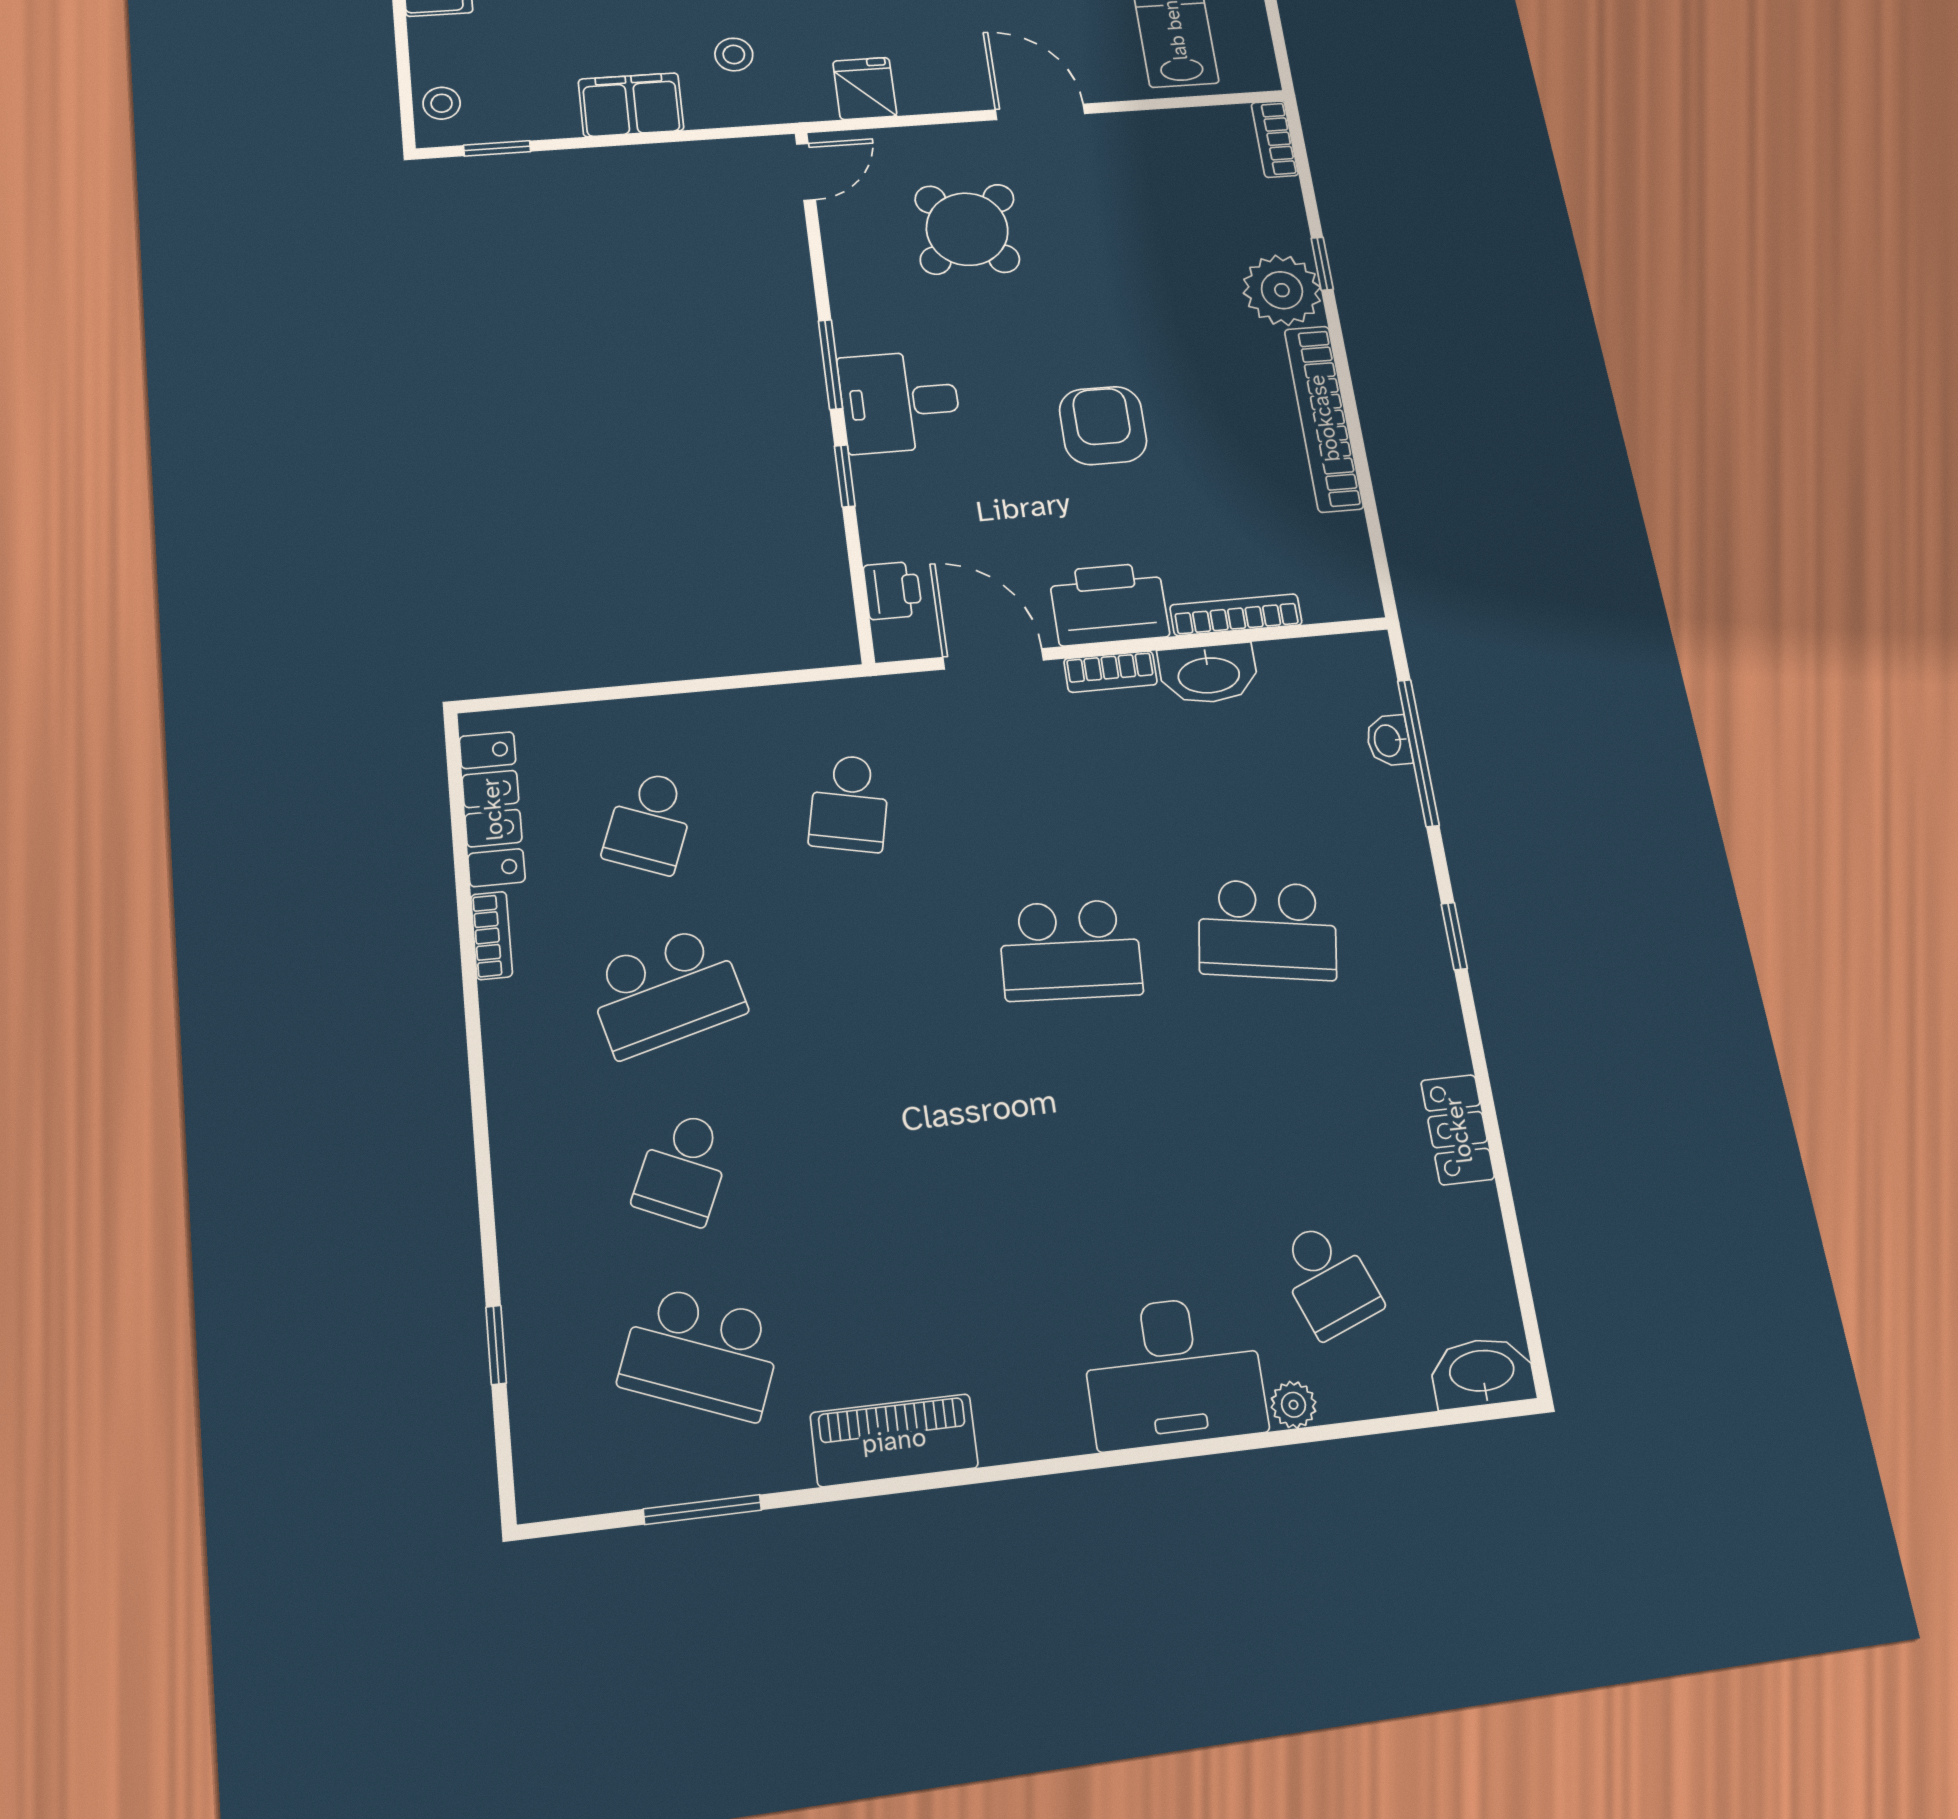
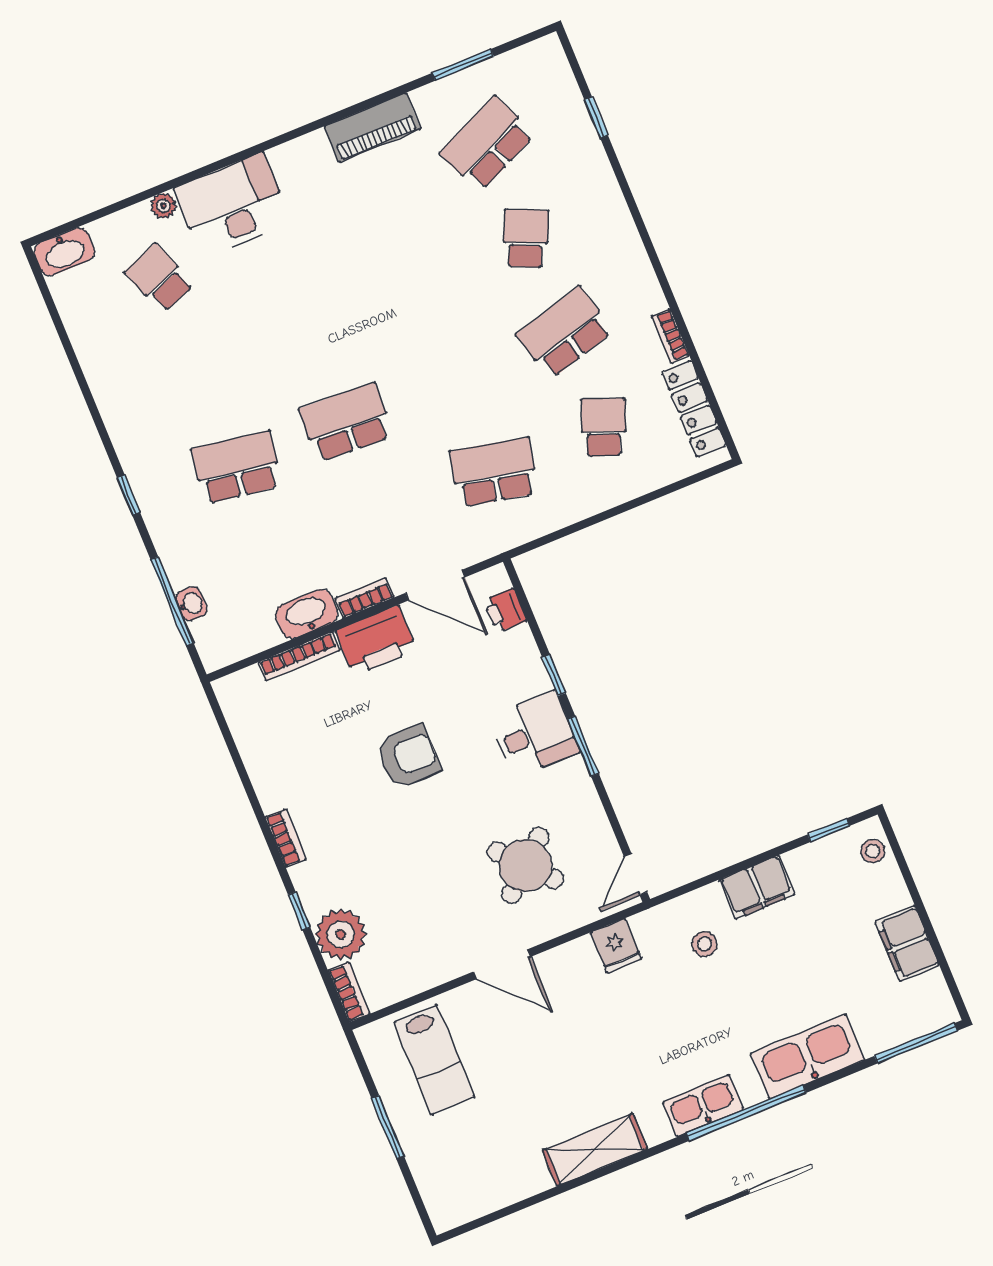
plant: (1282, 290) -> (341, 934), moved
bookcase: (1324, 418) -> (286, 838), width x0.43, depth x0.76
armchair: (1103, 425) -> (408, 757), turned -90
school desk: (849, 803) -> (494, 472), width x1.85
locker: (1458, 1130) -> (104, 382), removed
school desk: (701, 1353) -> (487, 144), turned -45

